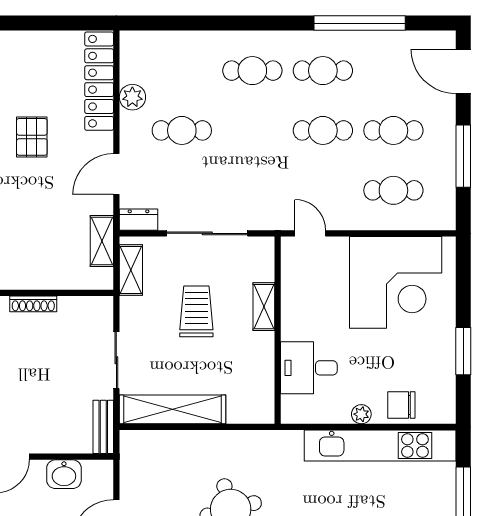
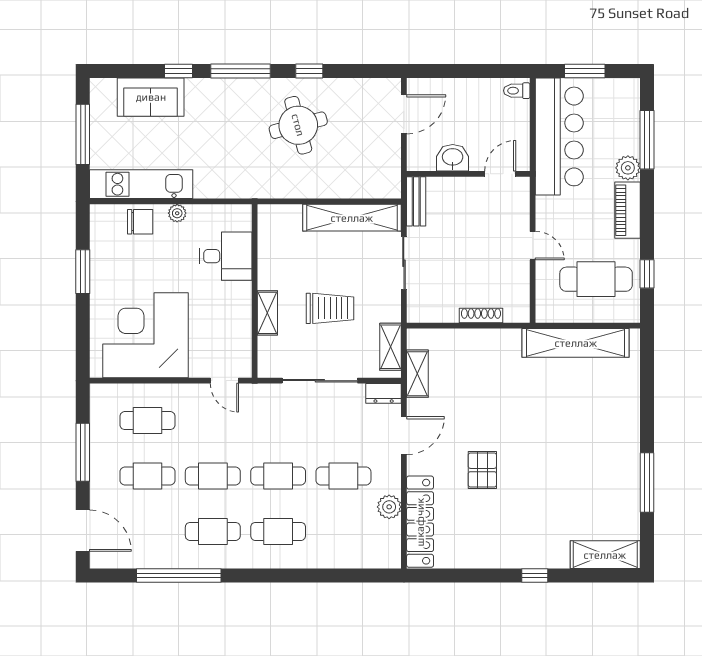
cafe table: (252, 130) -> (278, 476), added
trolley: (196, 311) -> (330, 308), turned -90
kitchen unit: (380, 446) -> (141, 184), width x0.73

